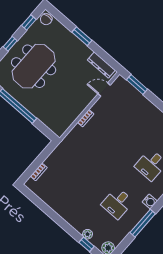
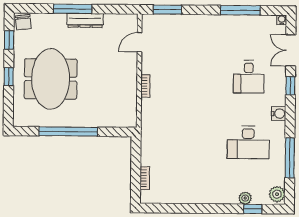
window: (82, 36) -> (73, 9), width x1.44
dresser: (101, 65) -> (85, 20), moved
desk: (117, 203) -> (248, 142), width x1.37
window: (143, 223) -> (290, 158), moved

